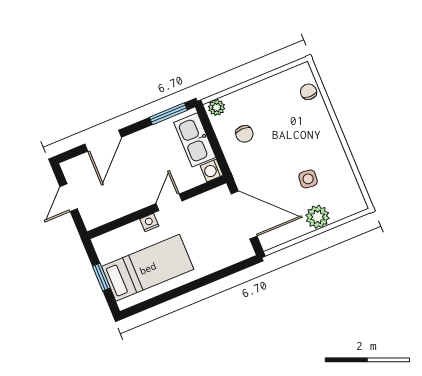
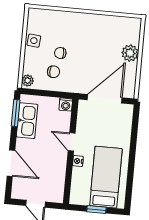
chair: (308, 92) -> (60, 53), moved
kitchen sink: (195, 140) -> (27, 121), moved, turned -90
side table: (308, 179) -> (34, 41), moved

